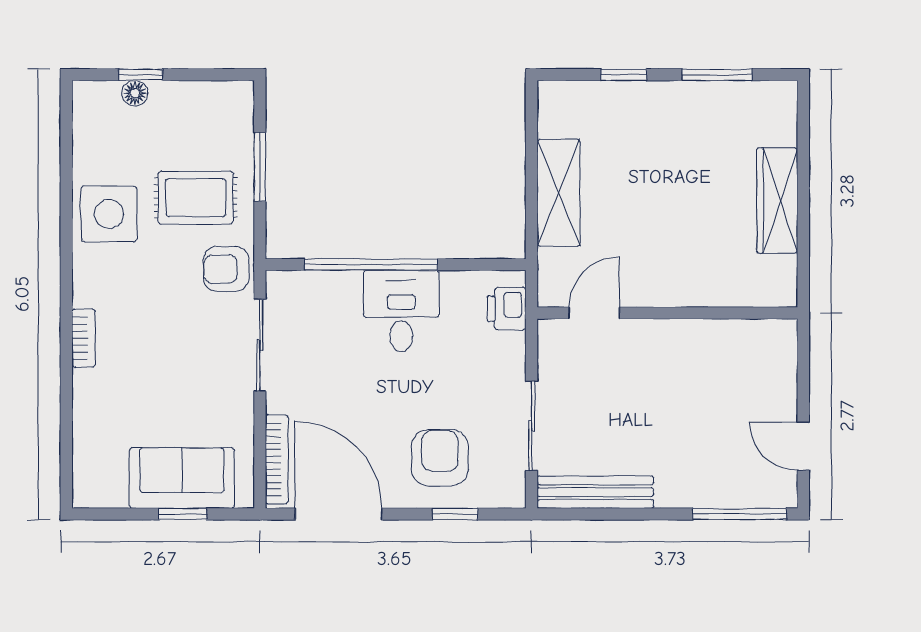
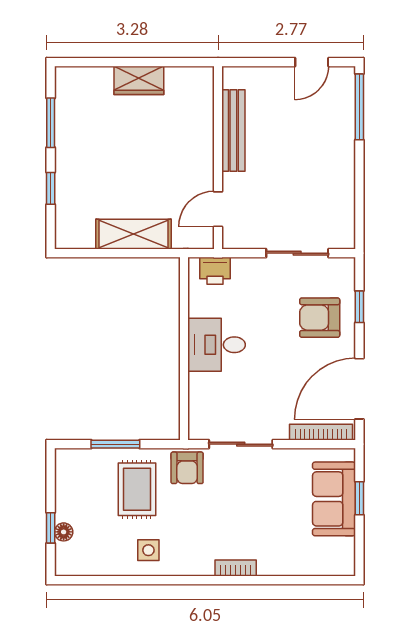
wardrobe: (777, 200) -> (139, 80), width x0.67
side table: (109, 214) -> (148, 550), width x0.54, depth x0.54
window: (371, 265) -> (184, 366), removed
door: (594, 313) -> (218, 209), hinge flipped
bench: (595, 492) -> (233, 131), moved

